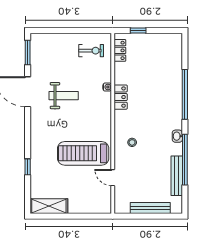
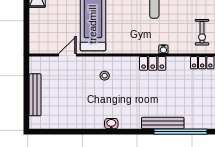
window: (185, 94) -> (180, 132), moved
window: (185, 160) -> (86, 132), removed
bench: (177, 176) -> (163, 123), moved

